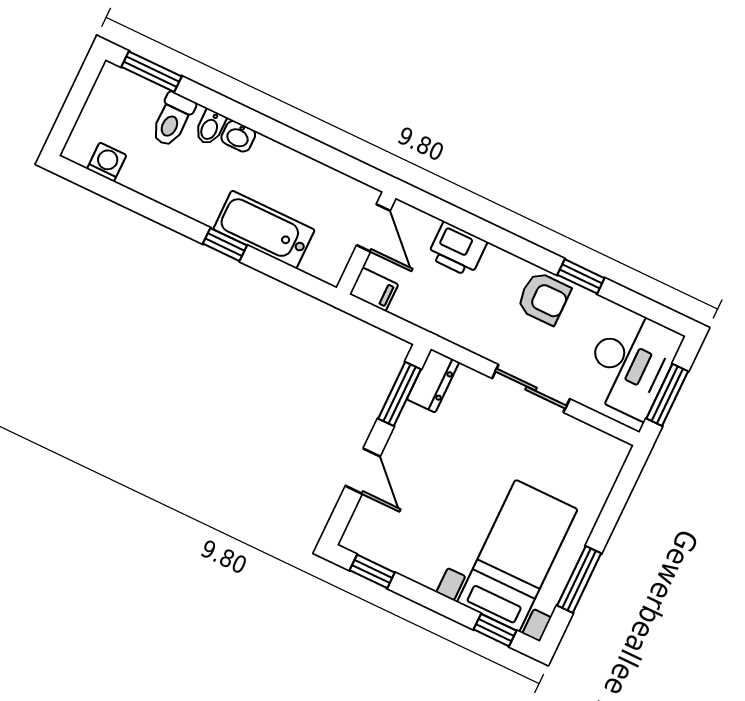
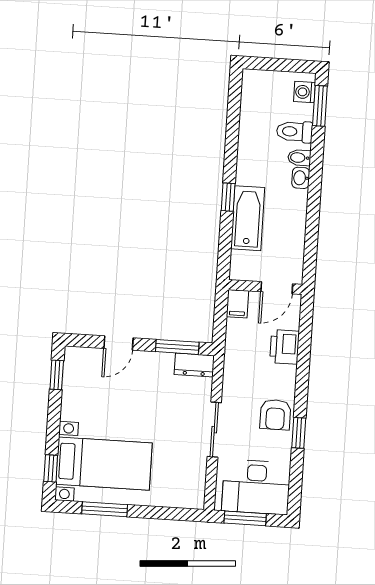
washing machine: (107, 162) -> (305, 92), moved, turned 180

